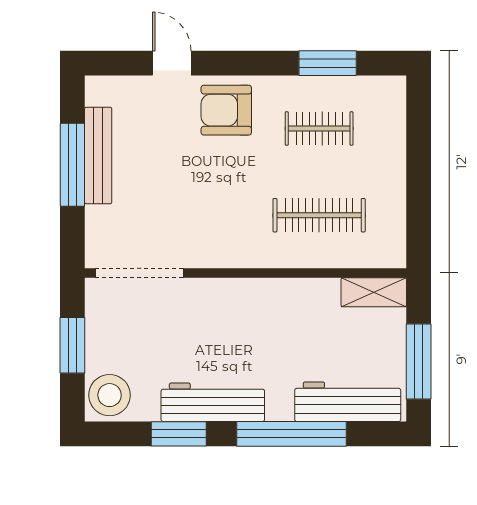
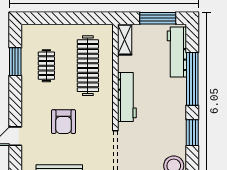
armchair: (226, 110) -> (64, 122), moved
clothes rail: (319, 215) -> (88, 66), width x1.37, depth x1.31
workbench: (213, 402) -> (127, 97), moved, turned 180

